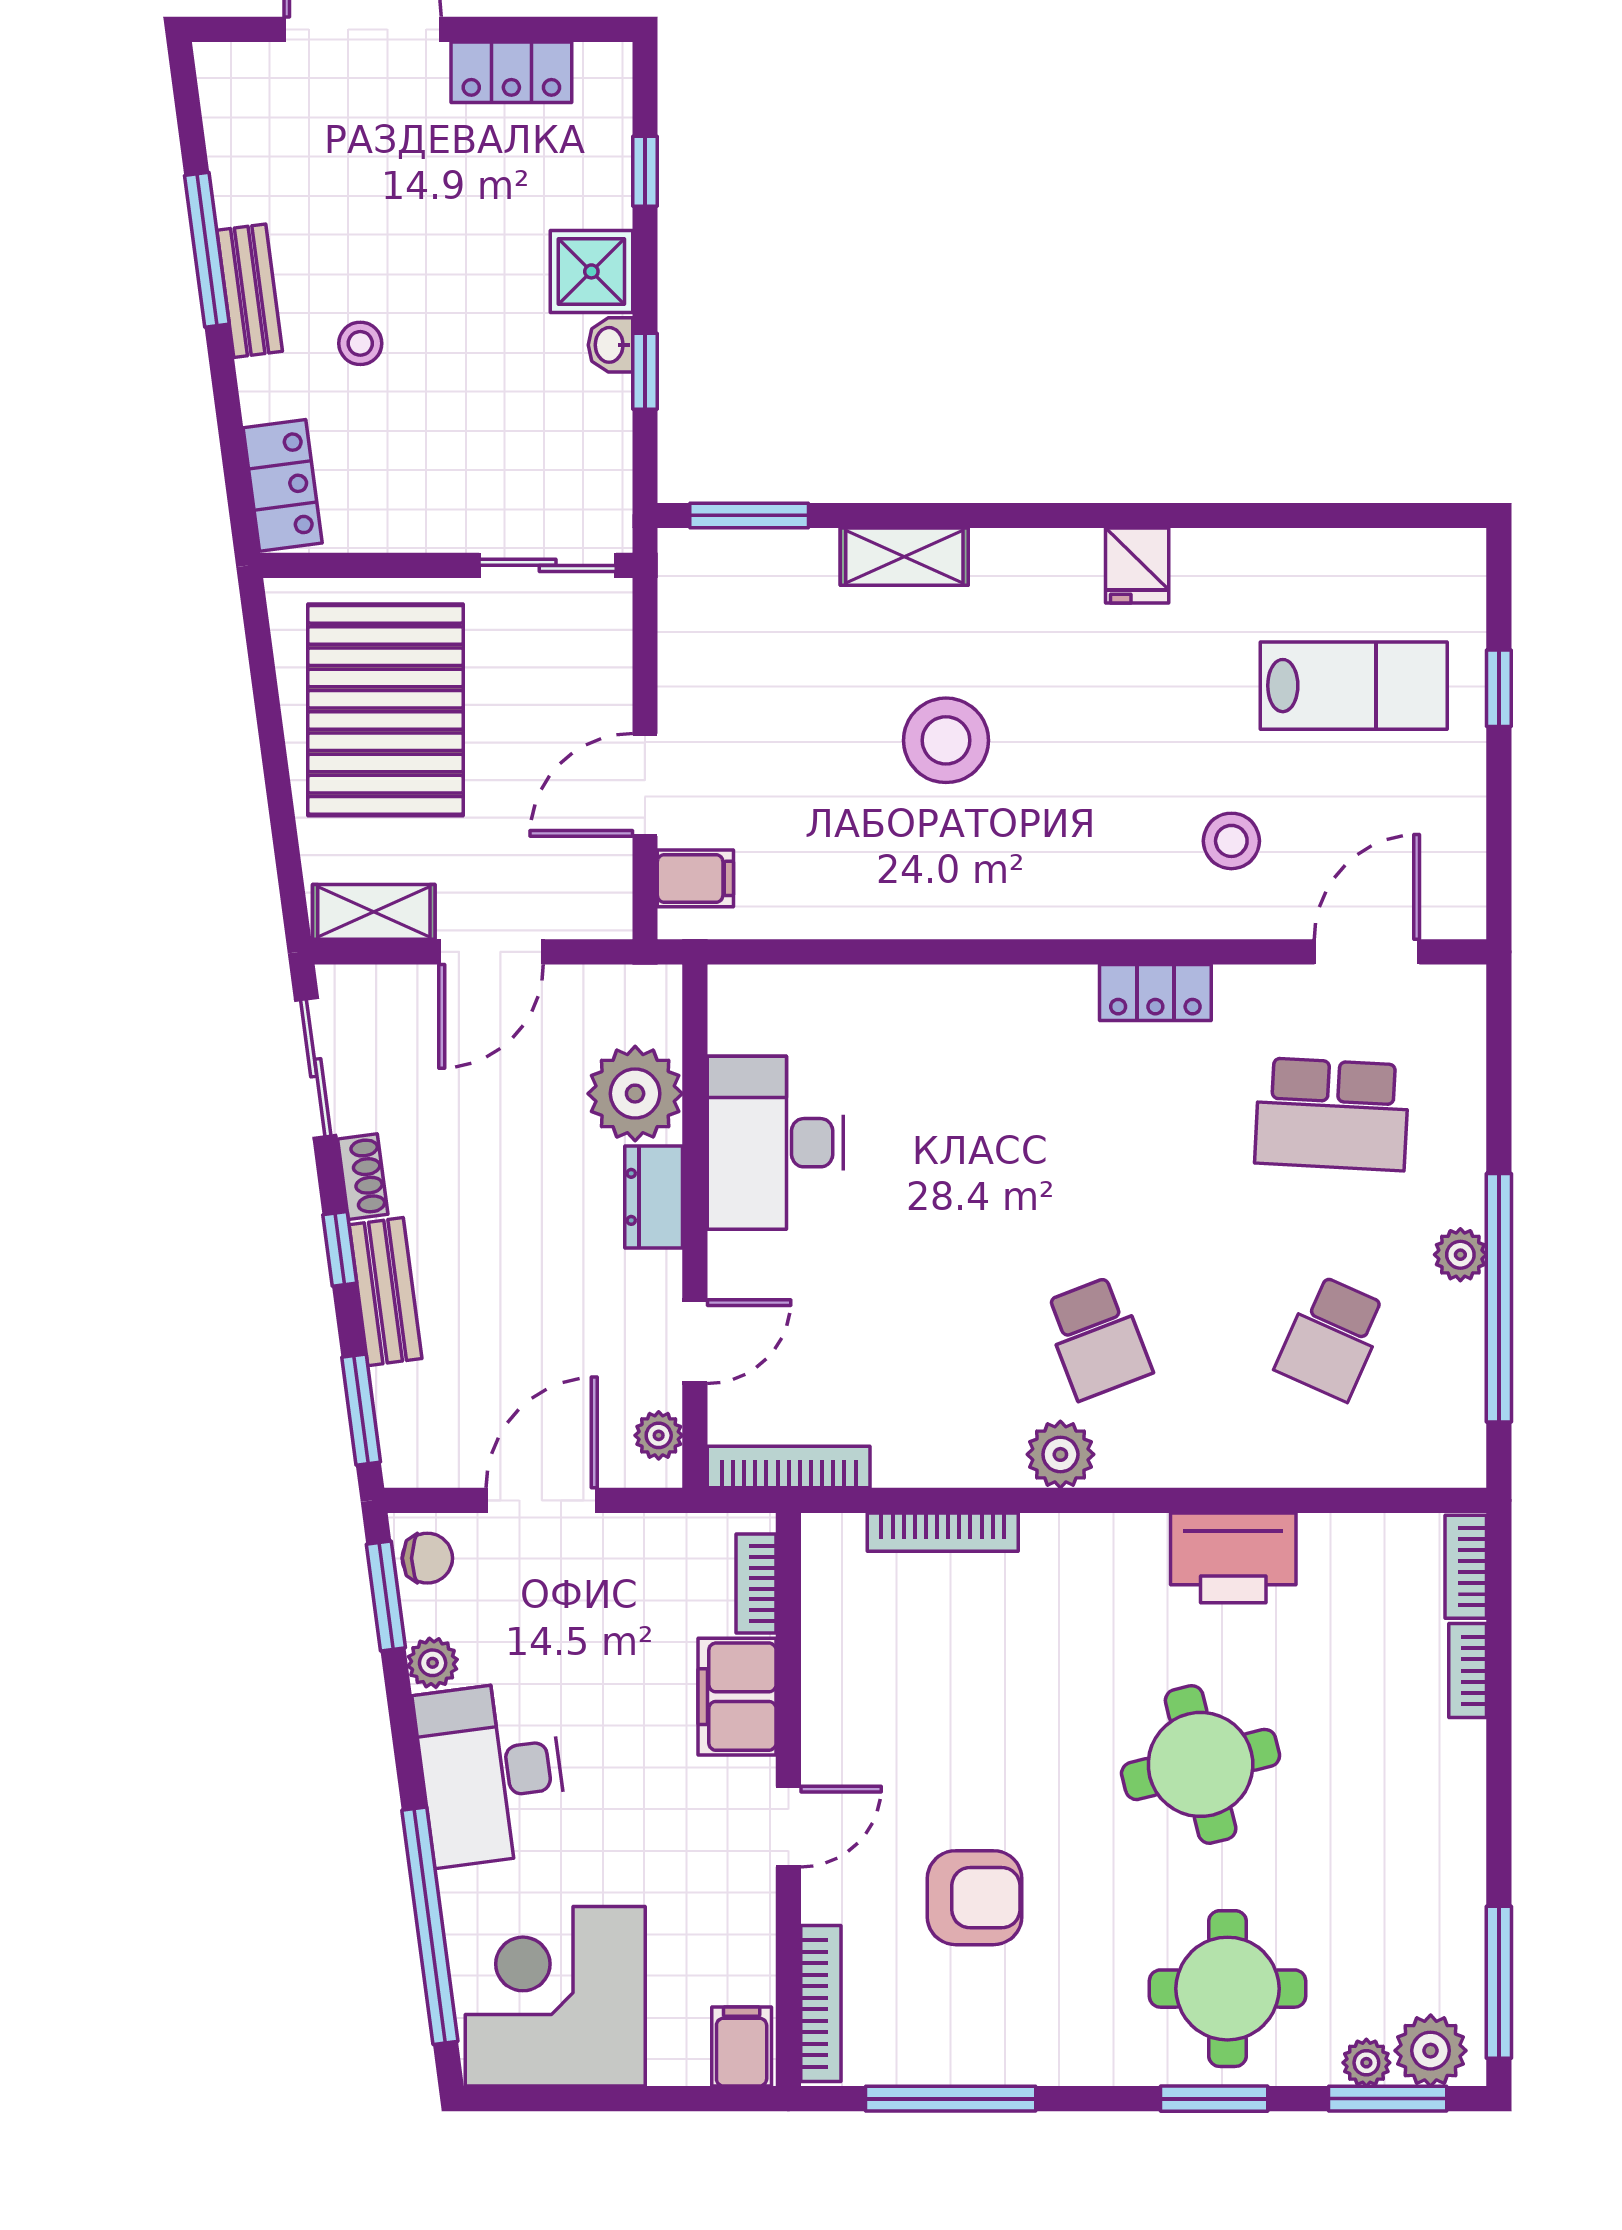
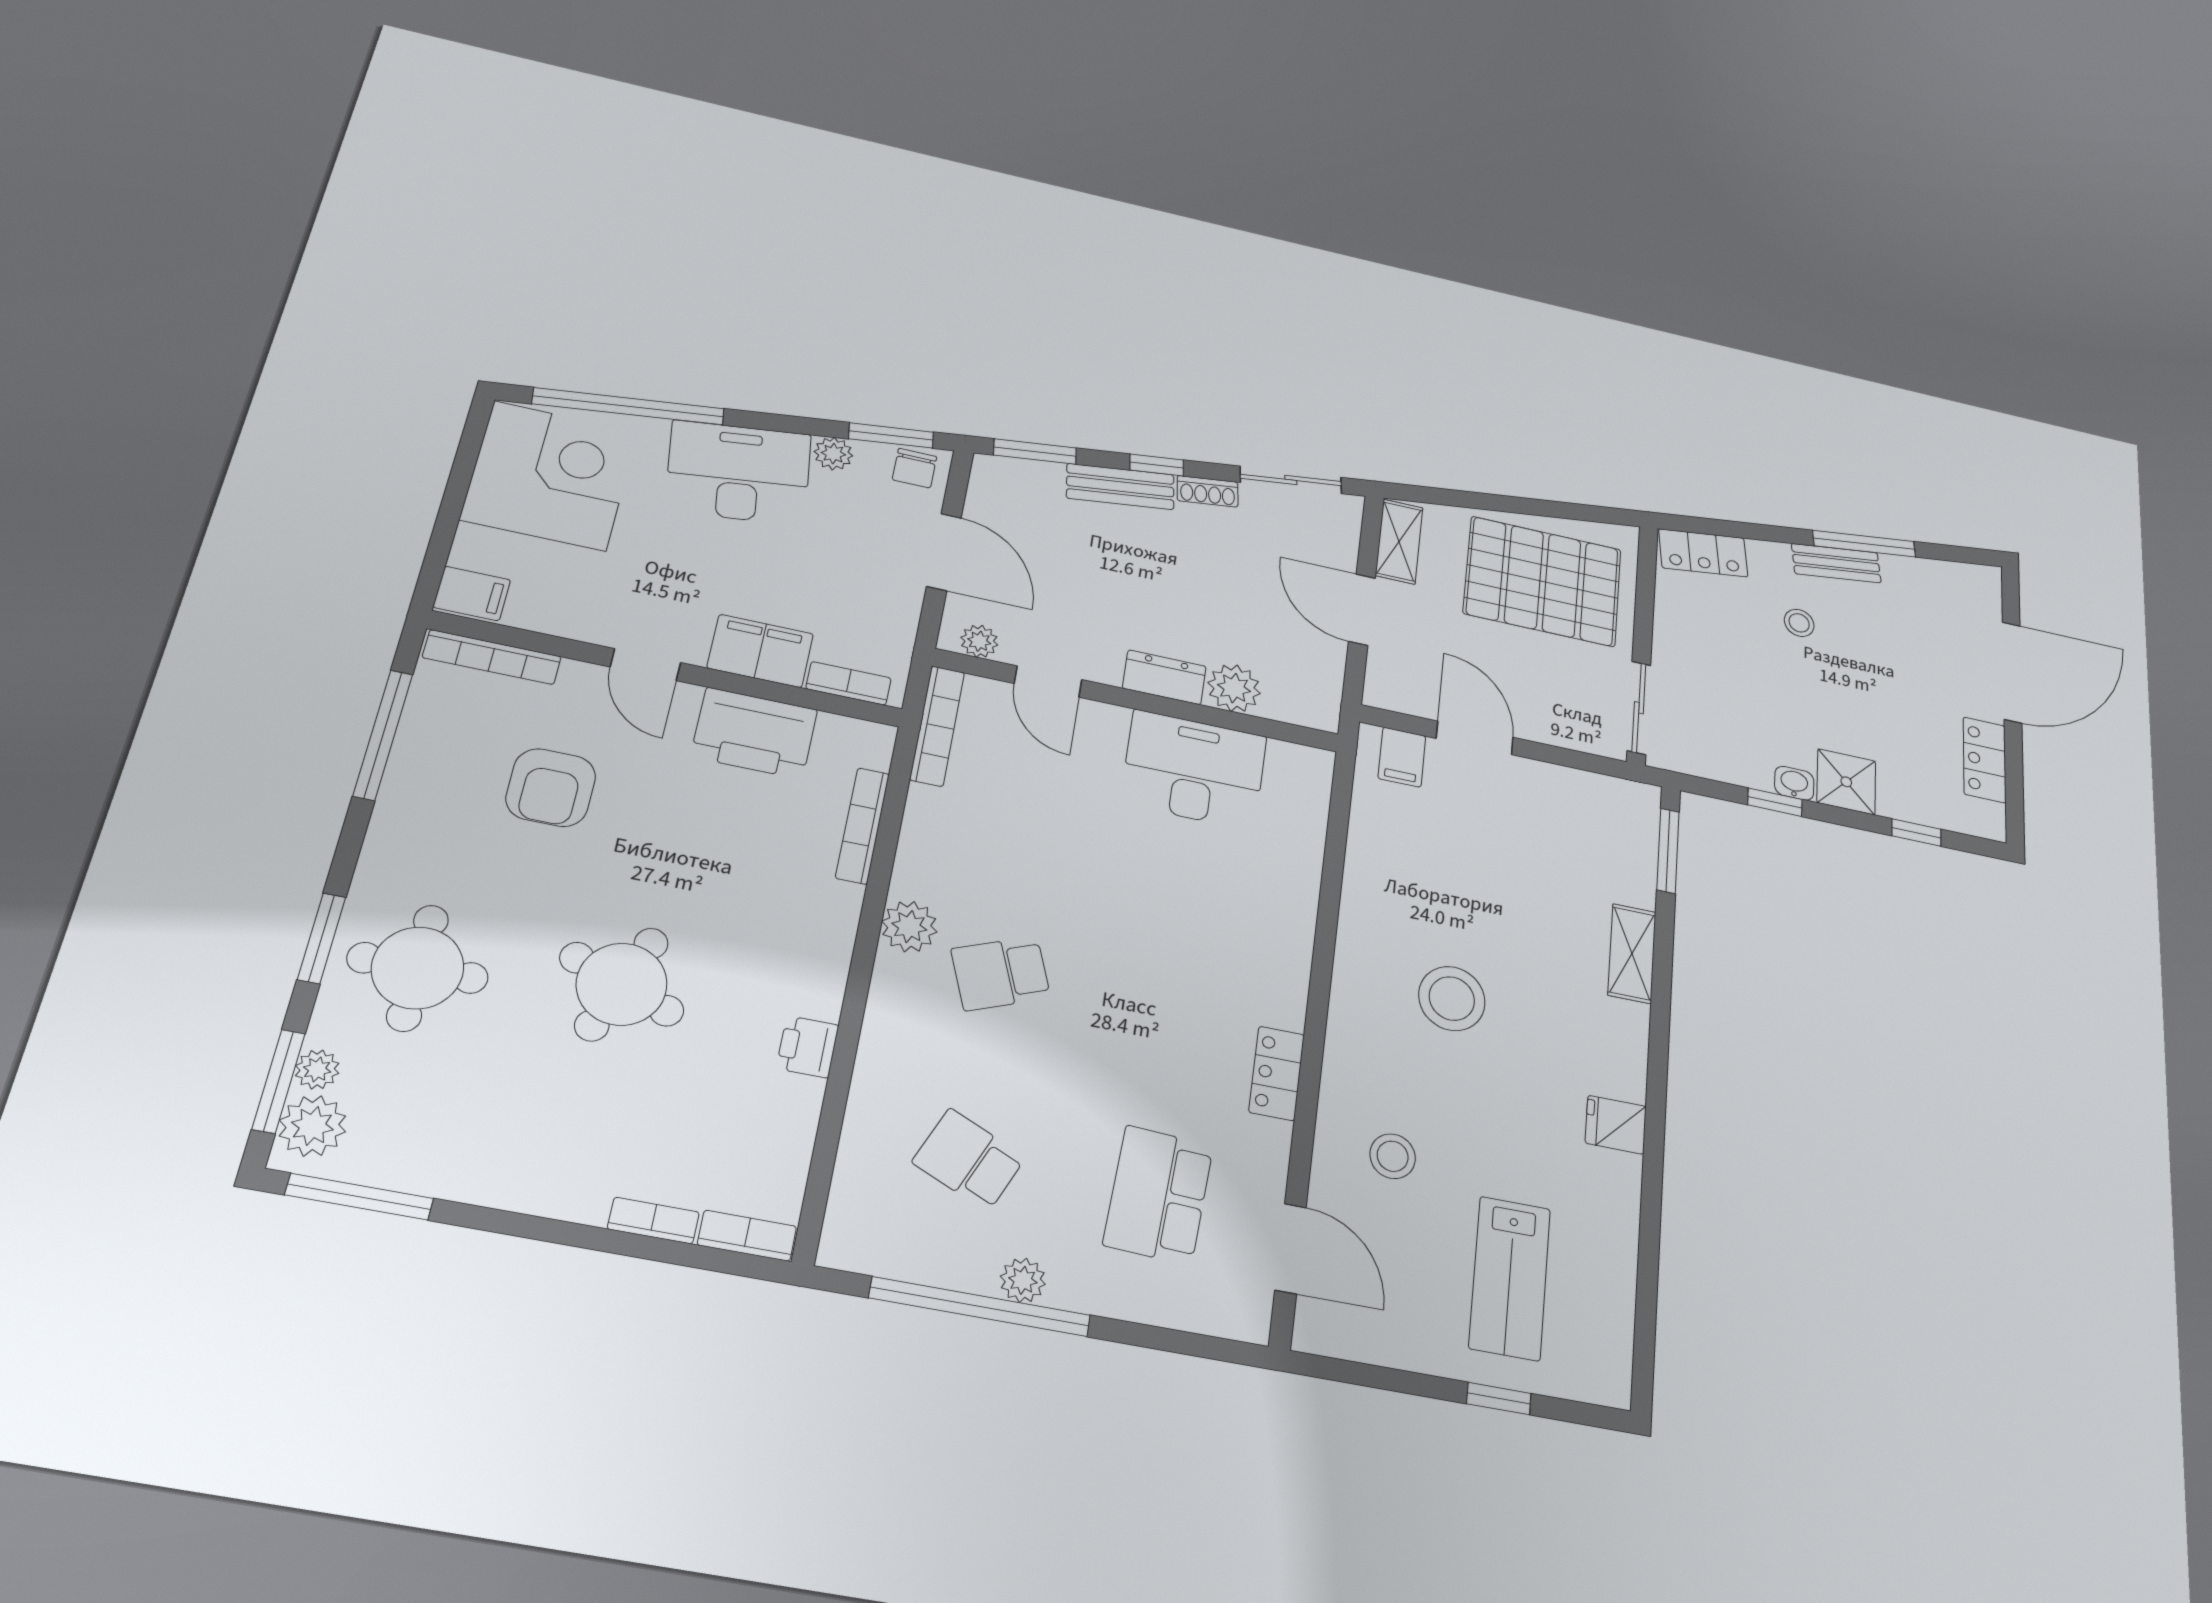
stool: (946, 740) -> (1452, 999), moved
plant: (635, 1094) -> (1234, 688), width x0.73, depth x0.73
printer: (1233, 1558) -> (808, 1047), width x0.53, depth x0.68
printer: (850, 1682) -> (754, 733), added
round table: (1201, 1764) -> (622, 984), turned 35

